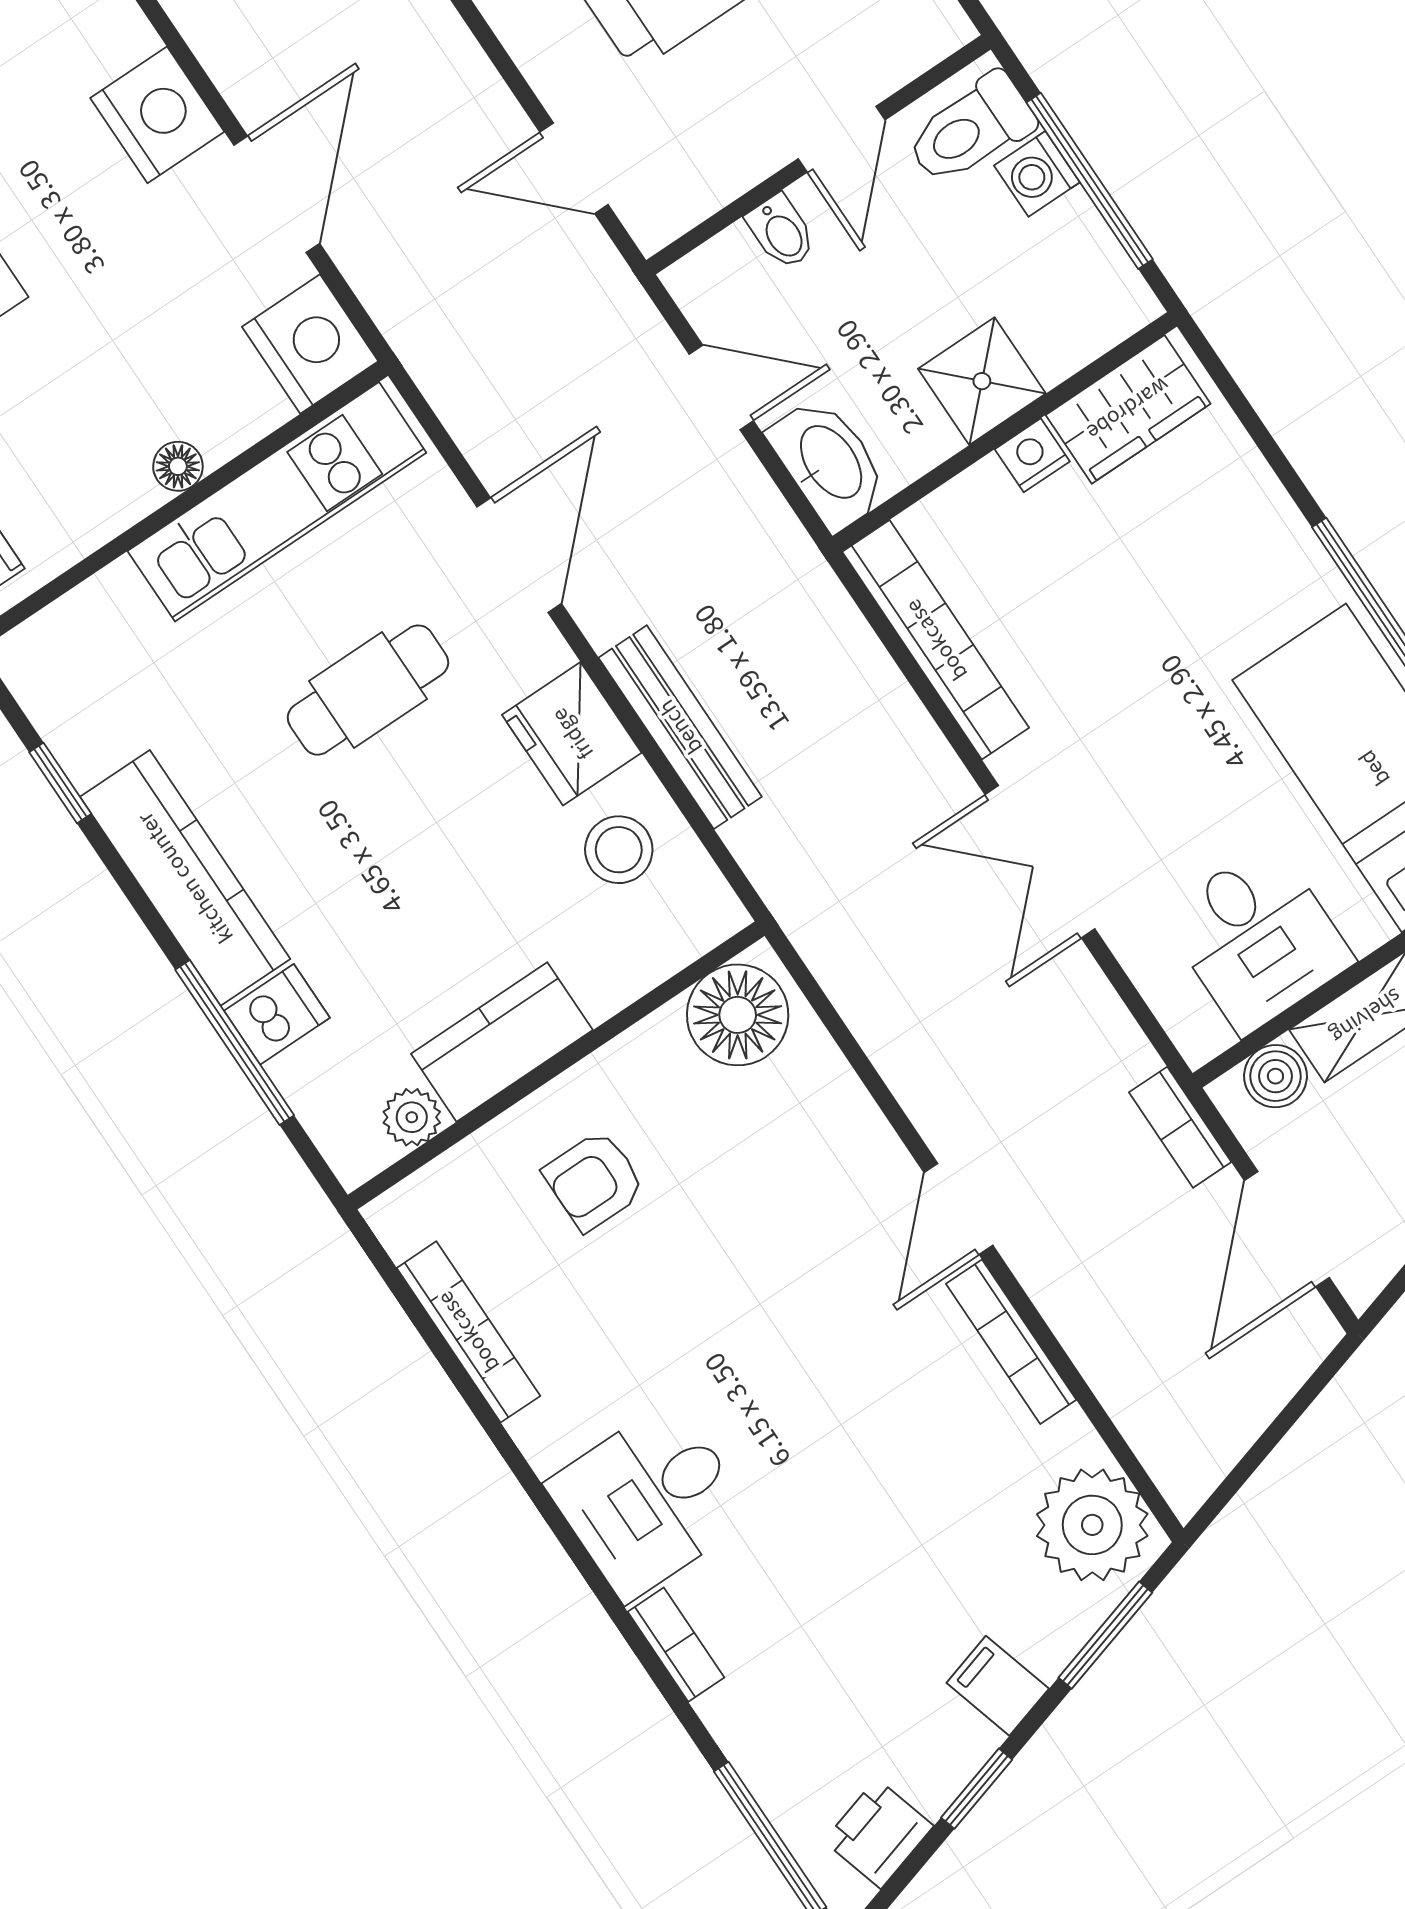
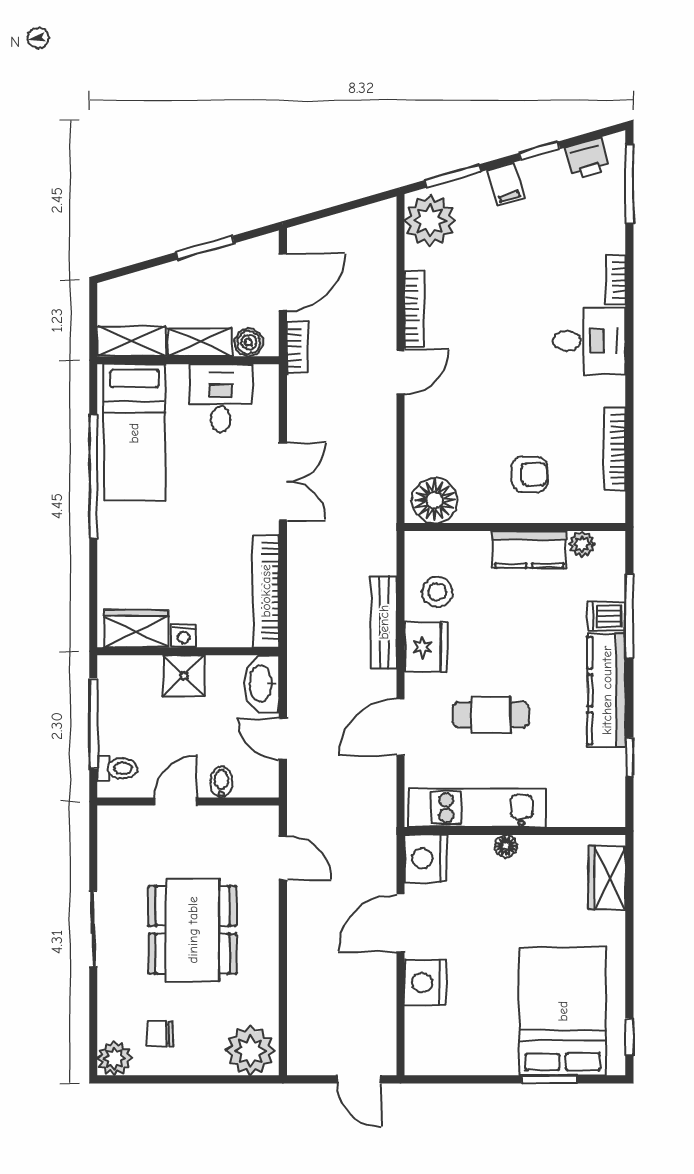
toilet: (971, 129) -> (117, 768), width x0.73, depth x0.72
washing machine: (1037, 174) -> (111, 740), removed

